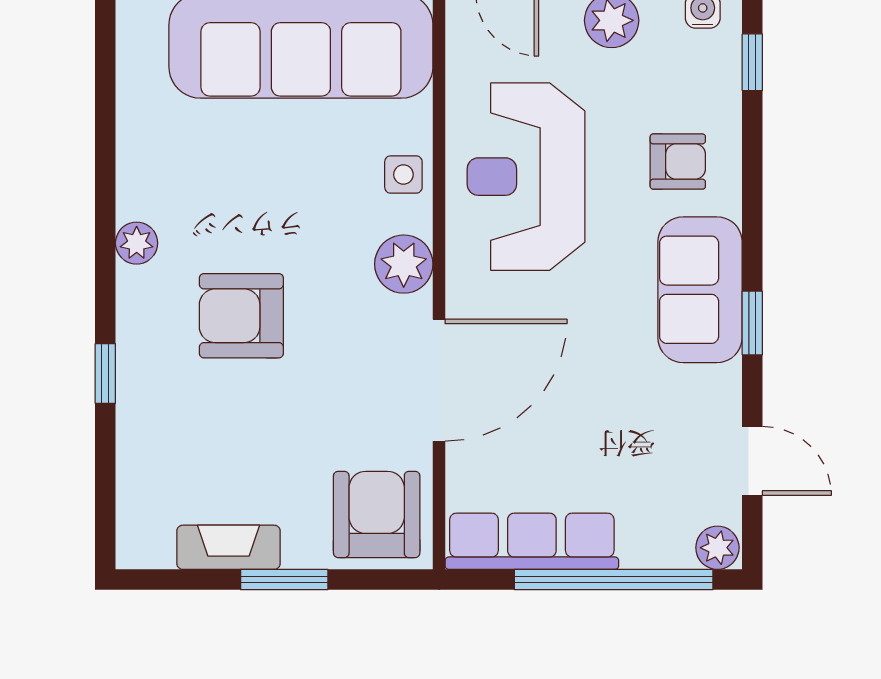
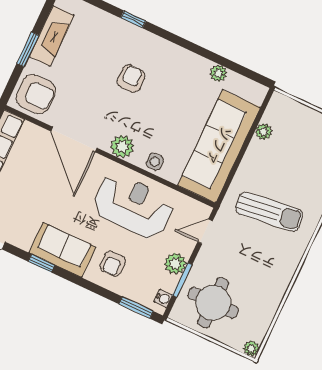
window: (752, 62) -> (136, 308), width x1.50
plant: (137, 243) -> (218, 73), moved
armchair: (241, 316) -> (131, 79), width x0.72, depth x0.72
fireplace: (229, 547) -> (52, 36), width x1.37, depth x1.32

